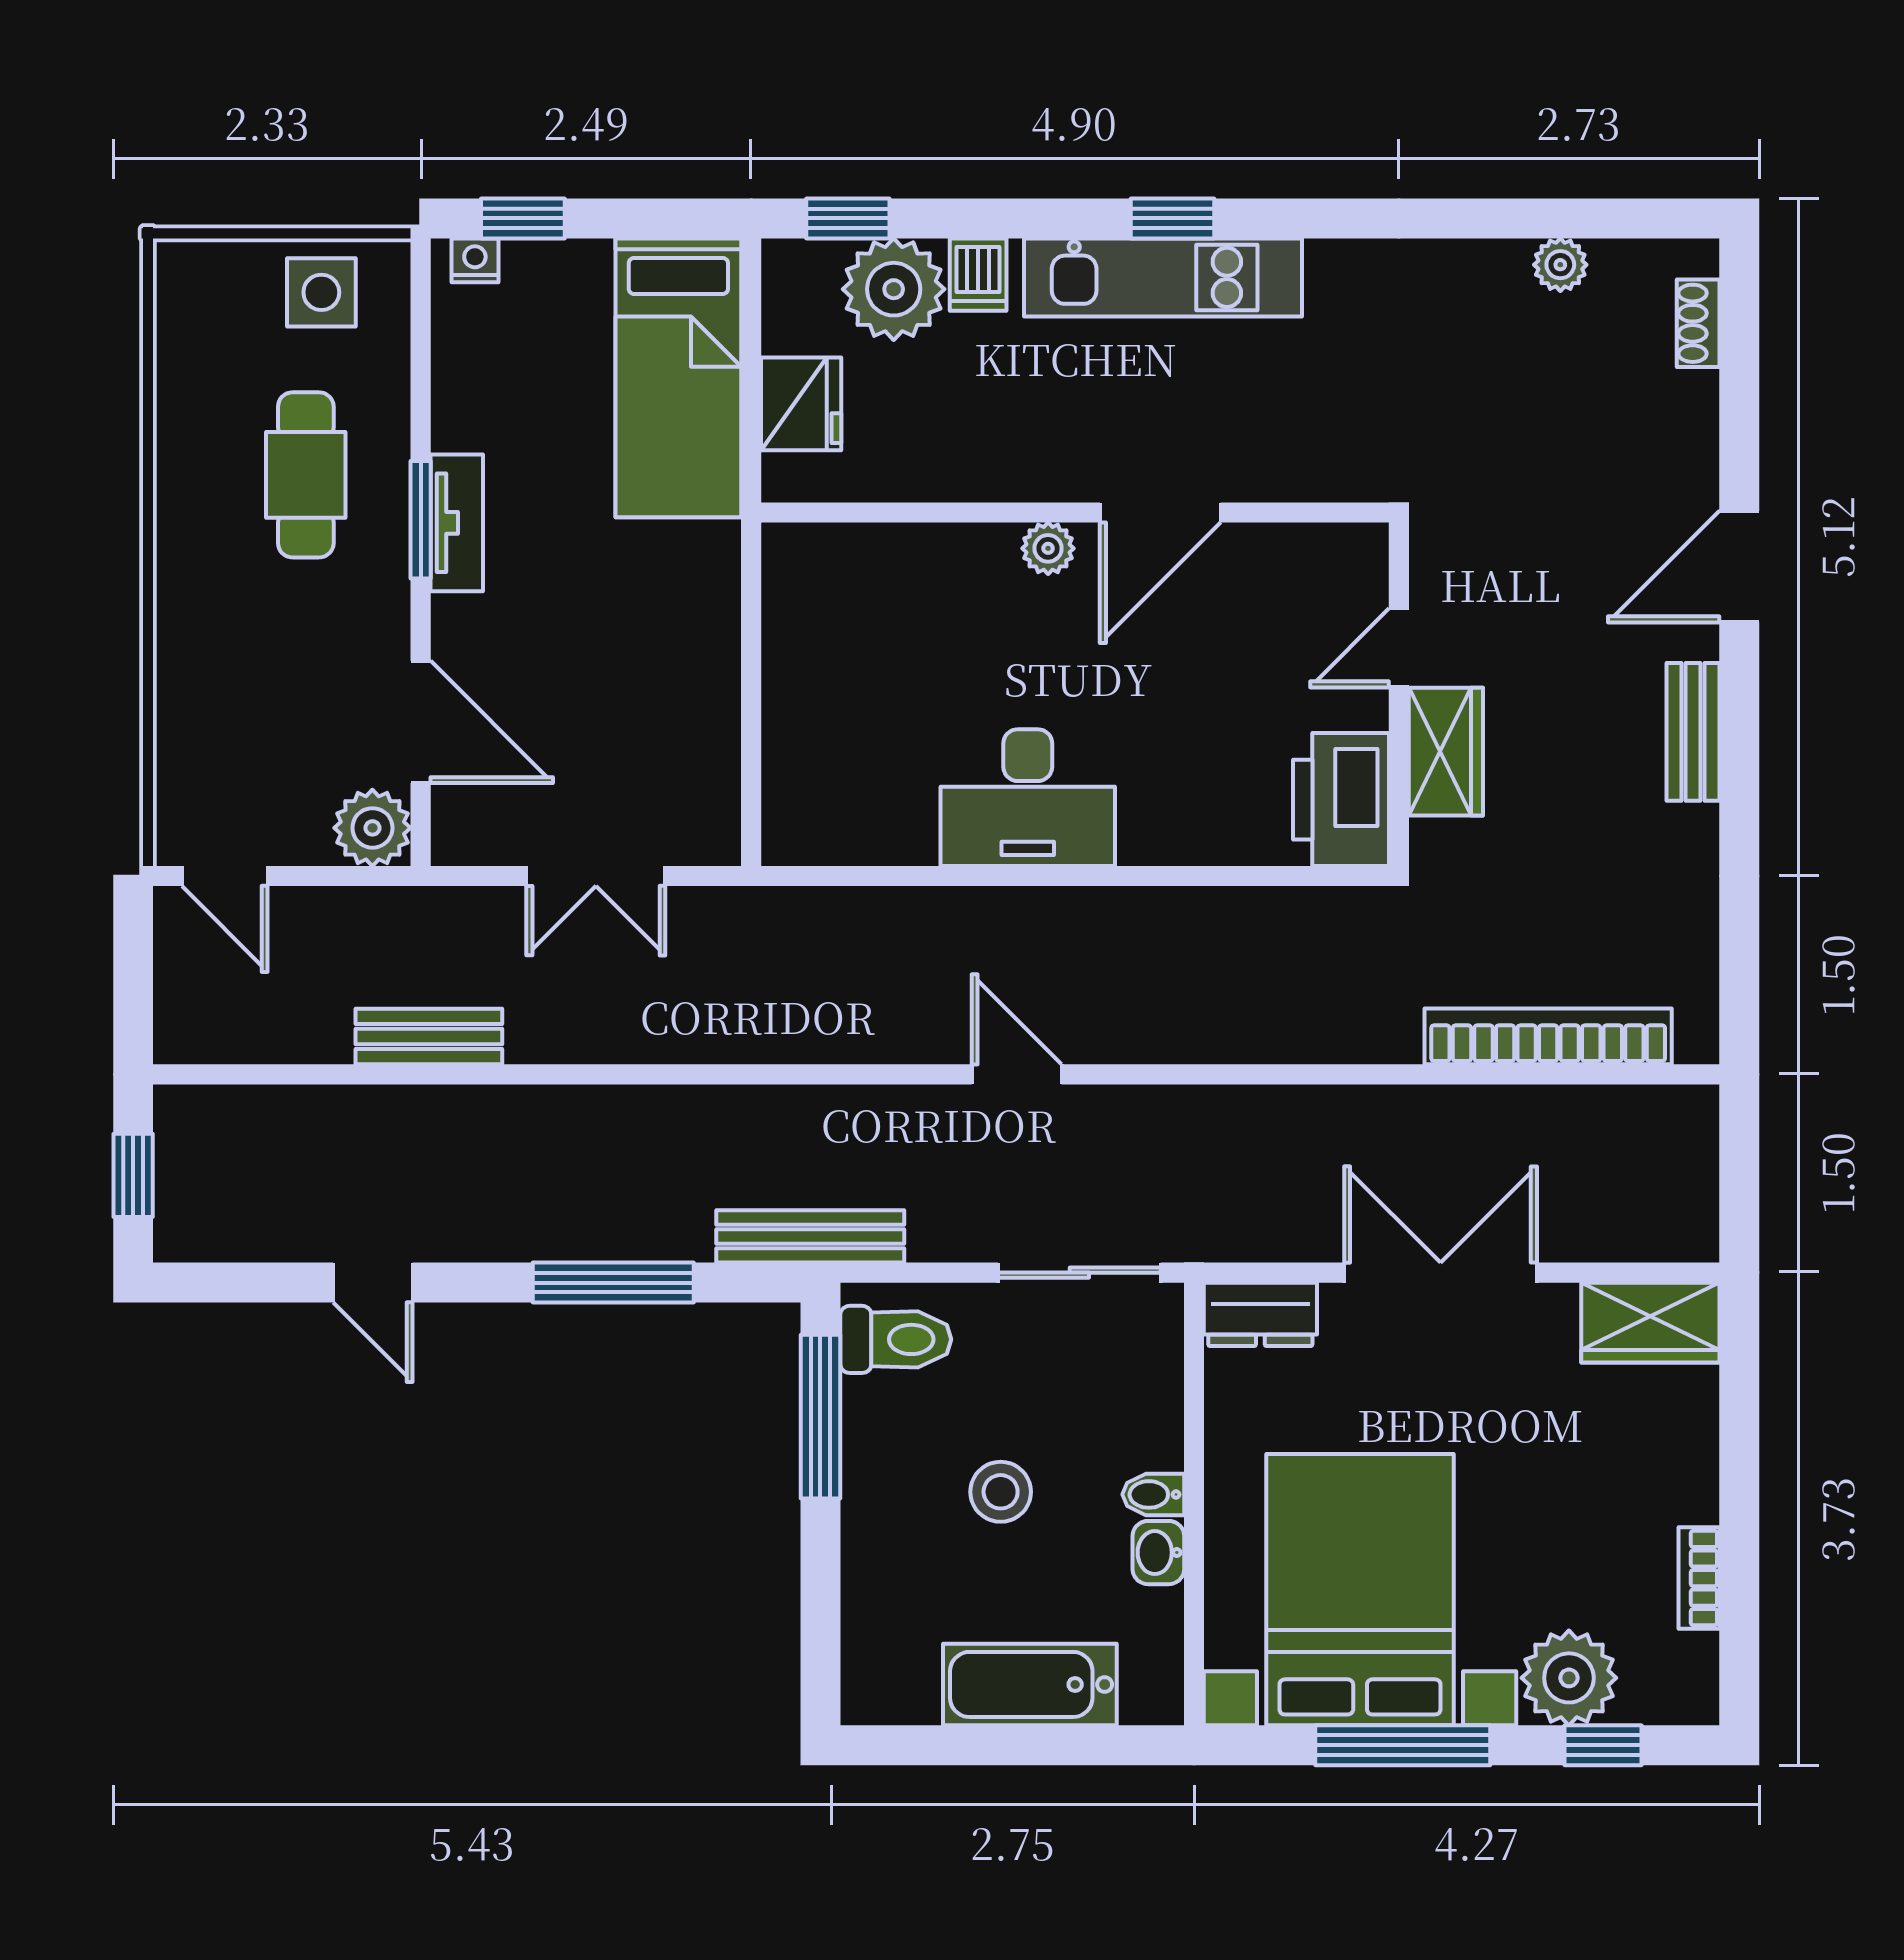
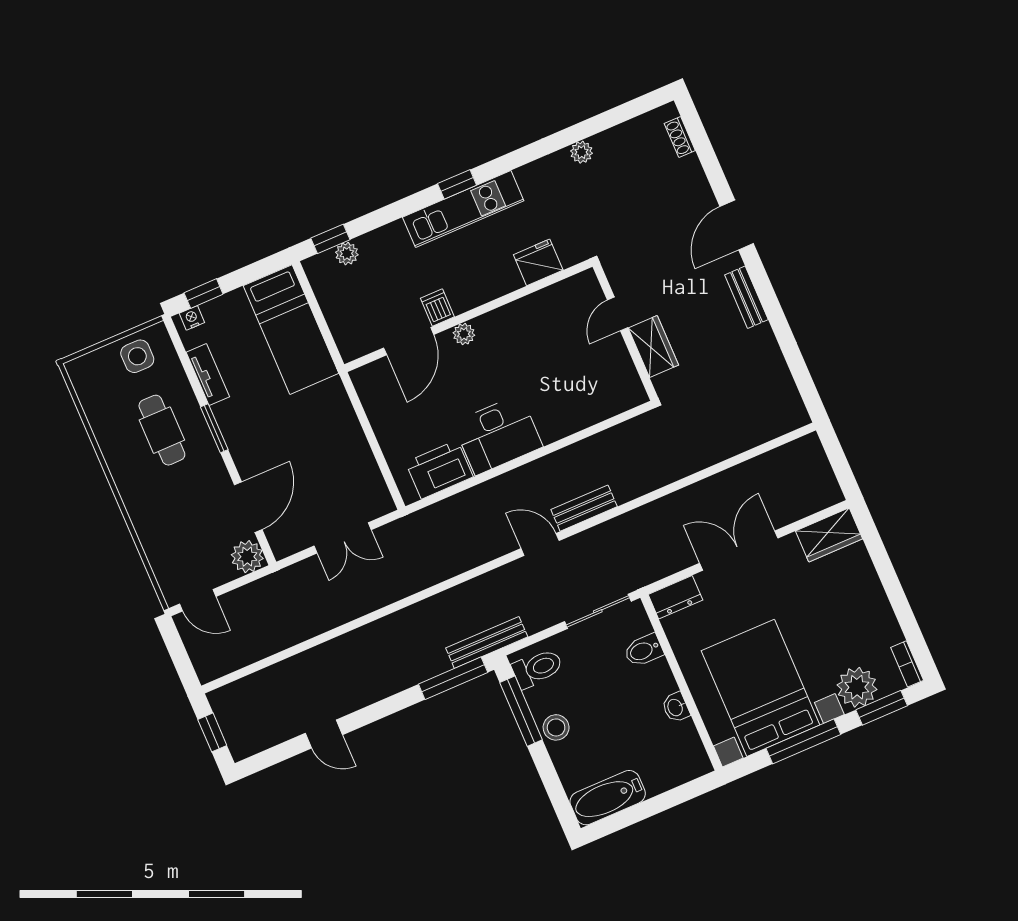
plant: (1560, 265) -> (582, 152), moved
dishwasher: (978, 275) -> (437, 307), moved, turned 180
plant: (894, 289) -> (347, 254), width x0.53, depth x0.53
fridge: (801, 404) -> (538, 262), moved, turned -90
door: (1160, 513) -> (409, 341), moved
tv unit: (457, 523) -> (208, 374), moved
door: (421, 722) -> (248, 507), hinge flipped
printer: (1341, 800) -> (439, 469), moved, turned 90
bench: (429, 1036) -> (584, 508), moved
bookcase: (1548, 1036) -> (741, 440), removed
window: (613, 1283) -> (453, 678), moved
stool: (1001, 1492) -> (556, 727), moved
bidet: (1153, 1494) -> (644, 650), moved, width x1.38, depth x1.36
bookcase: (1699, 1578) -> (907, 664), moved
bathtub: (1030, 1684) -> (608, 798), moved
window: (1603, 1745) -> (882, 708), width x1.50

